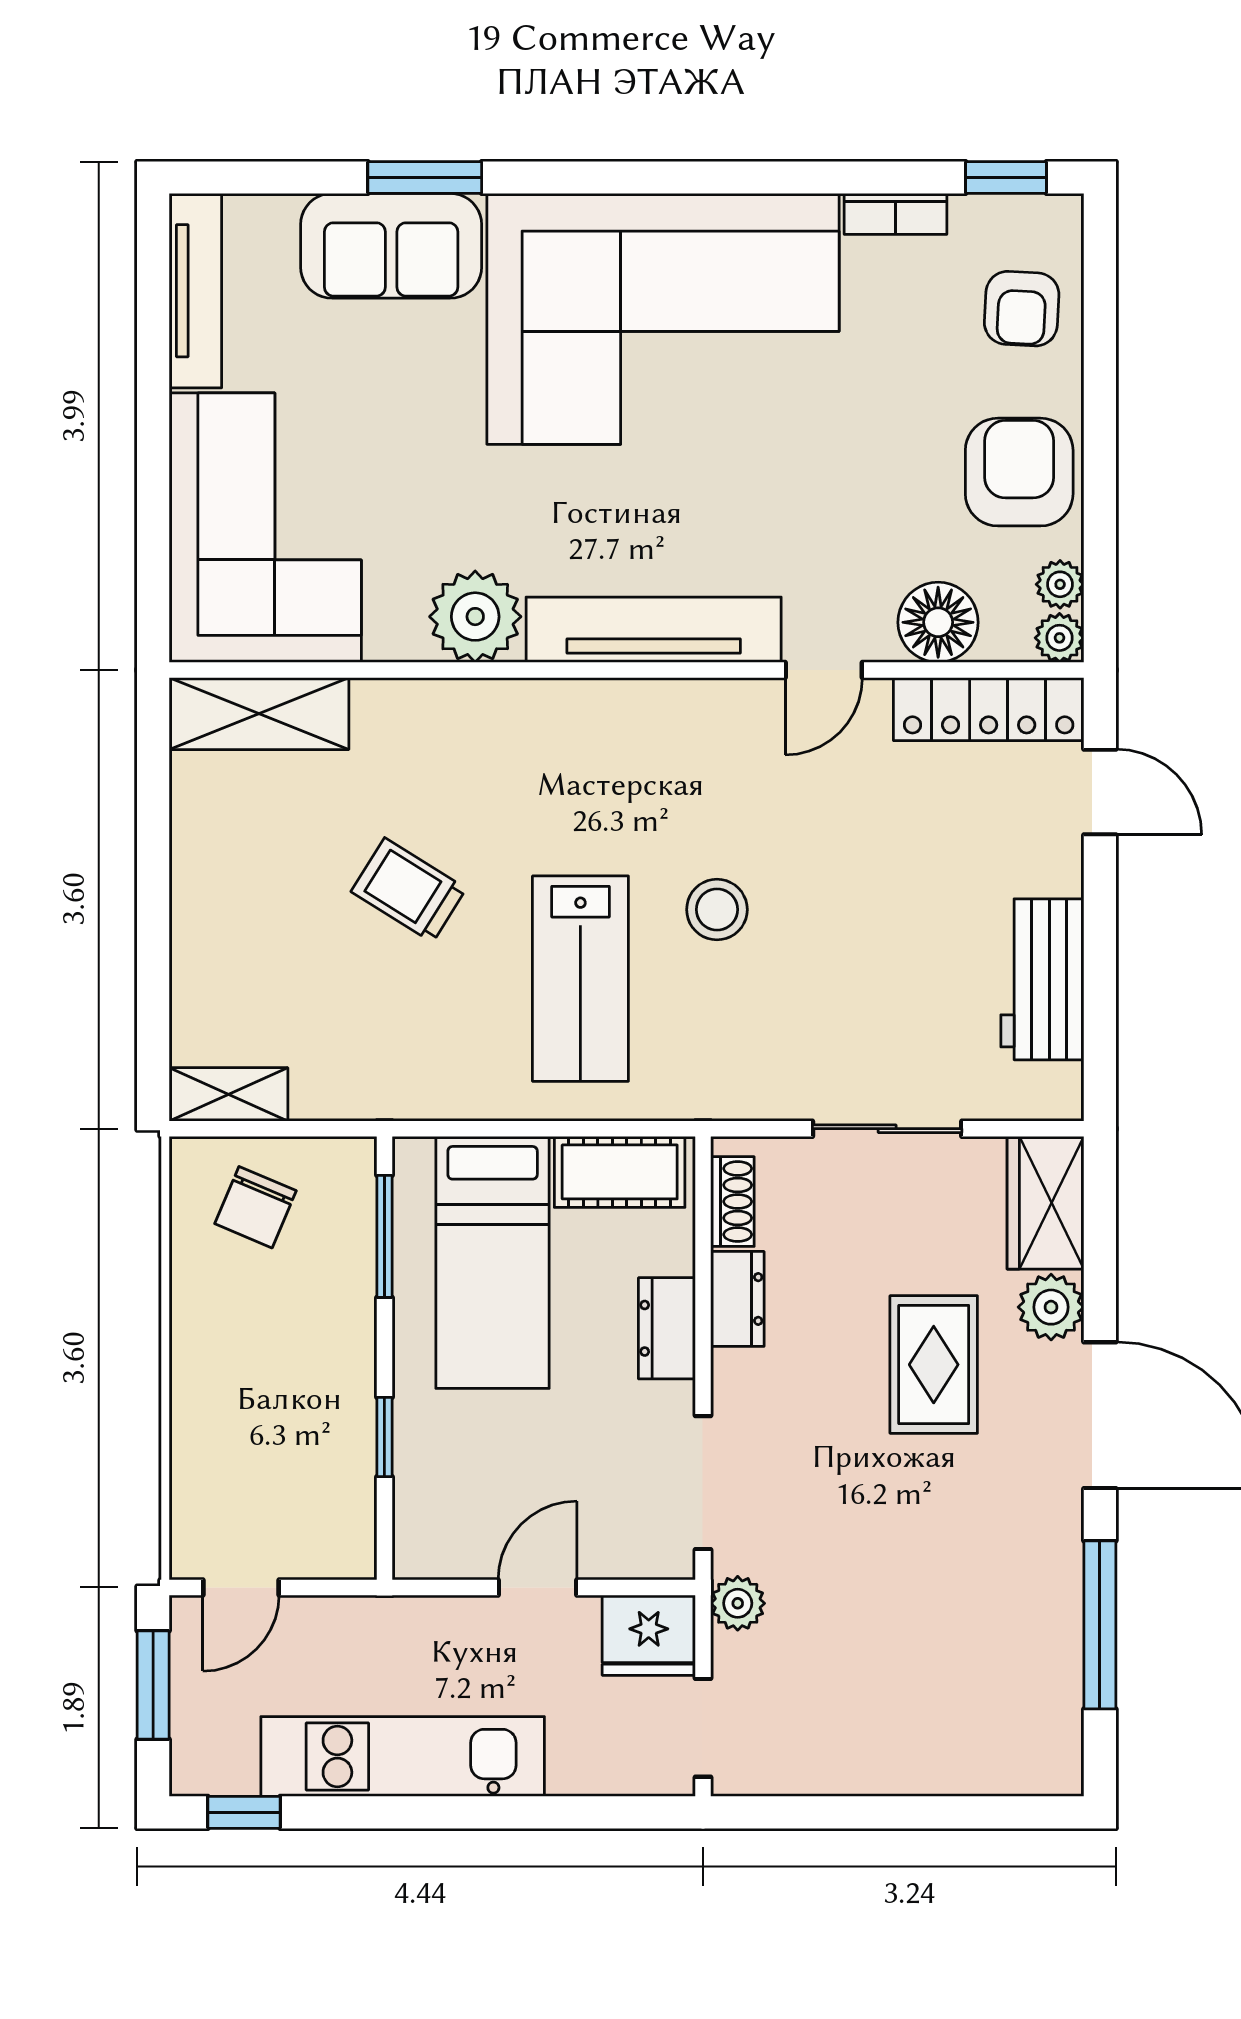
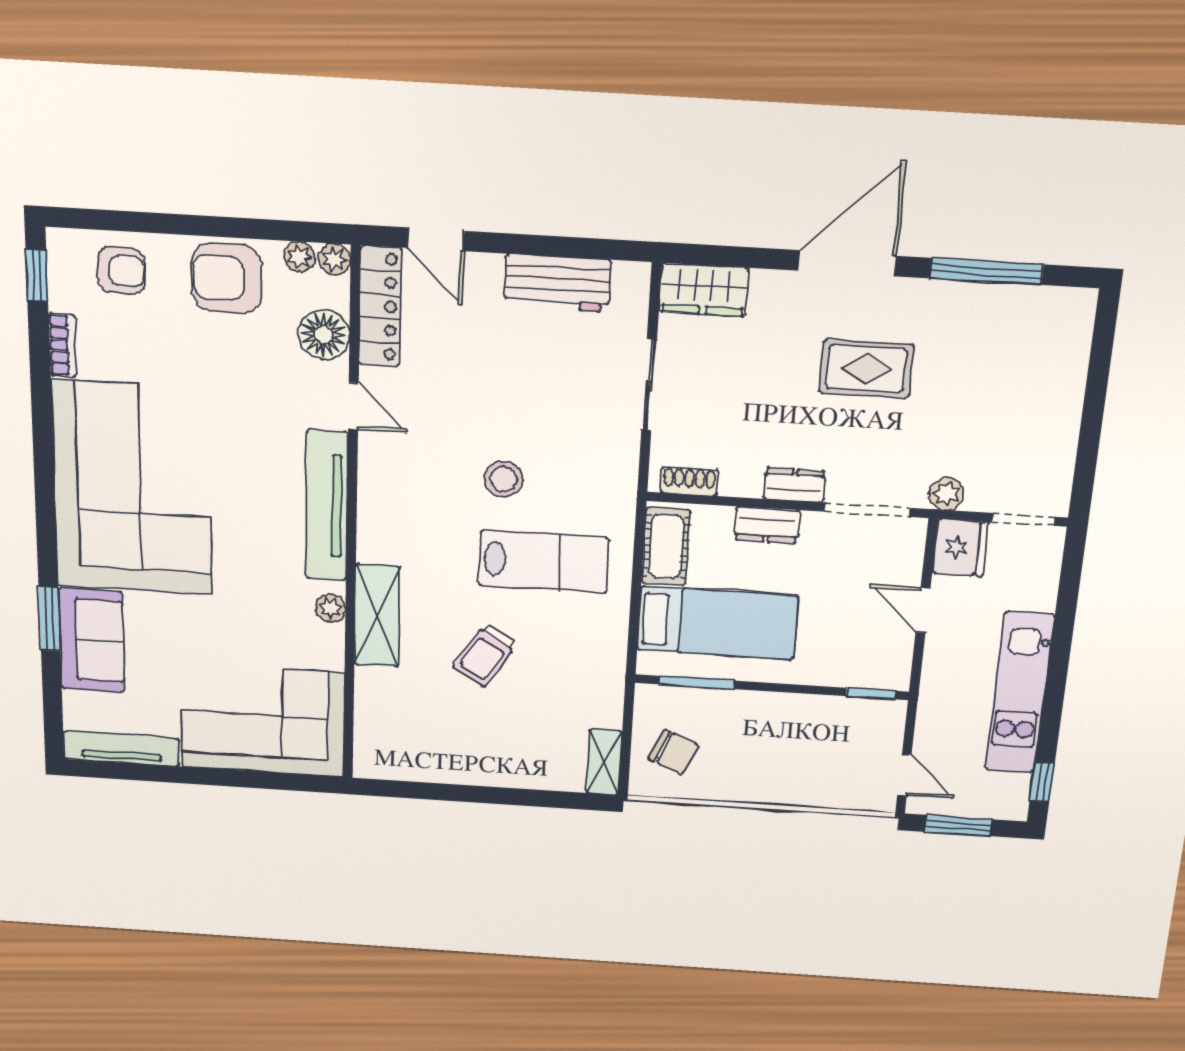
plant: (475, 617) -> (331, 608), width x0.53, depth x0.53
shelving: (259, 714) -> (377, 616), moved
door: (1100, 792) -> (436, 239), swing flipped
dresser: (737, 1299) -> (794, 485), moved
plant: (1051, 1307) -> (773, 290), removed
rug: (934, 1365) -> (866, 369), moved
window: (384, 1437) -> (871, 694), moved

